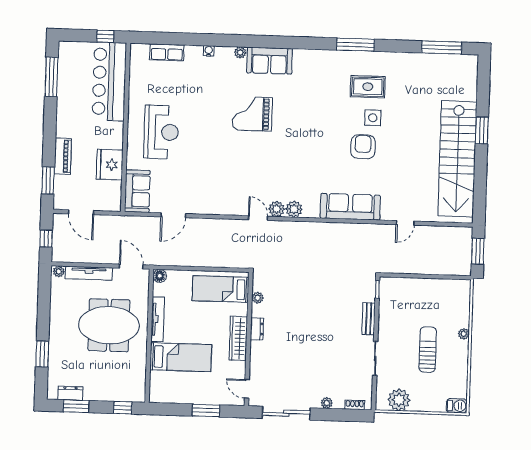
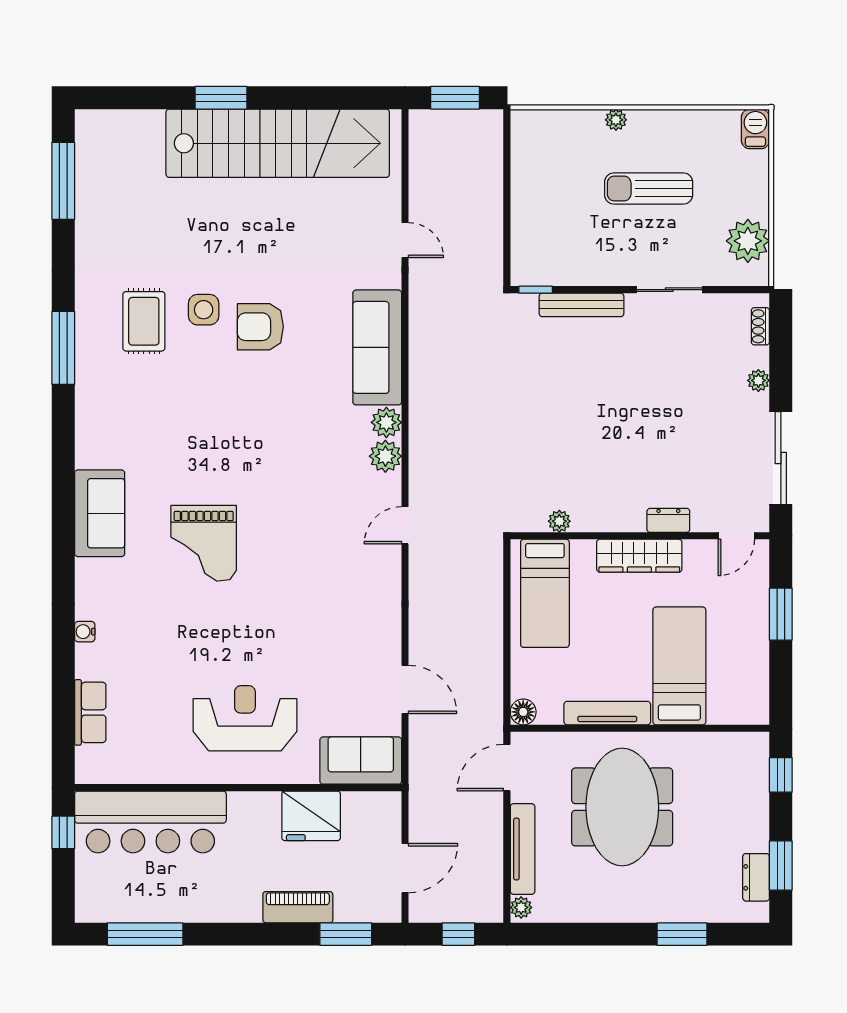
plant: (240, 53) -> (86, 570), removed
plant: (277, 209) -> (386, 422), moved
bench: (369, 319) -> (582, 305), width x1.36
dresser: (257, 329) -> (668, 520), moved

